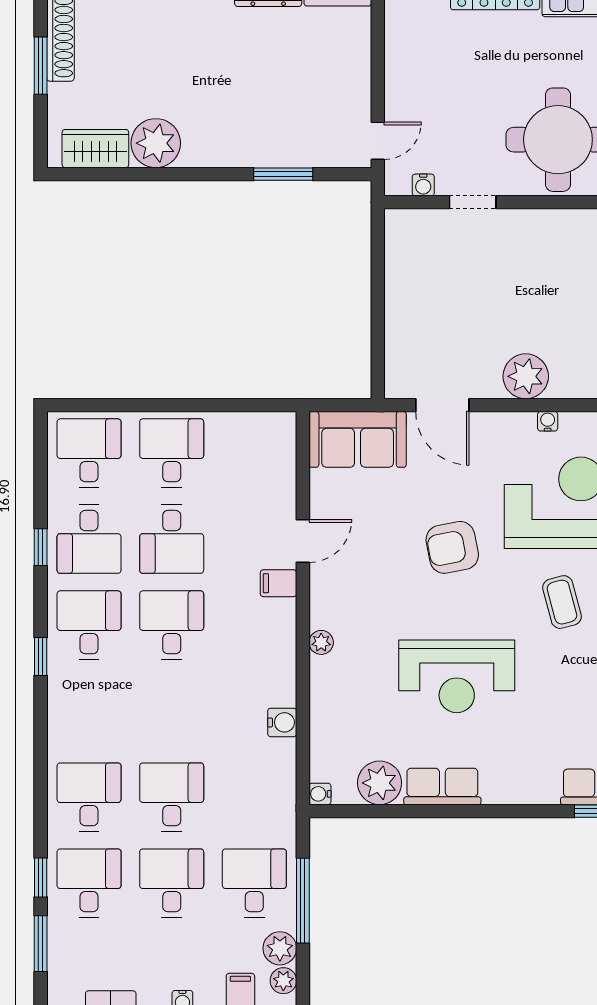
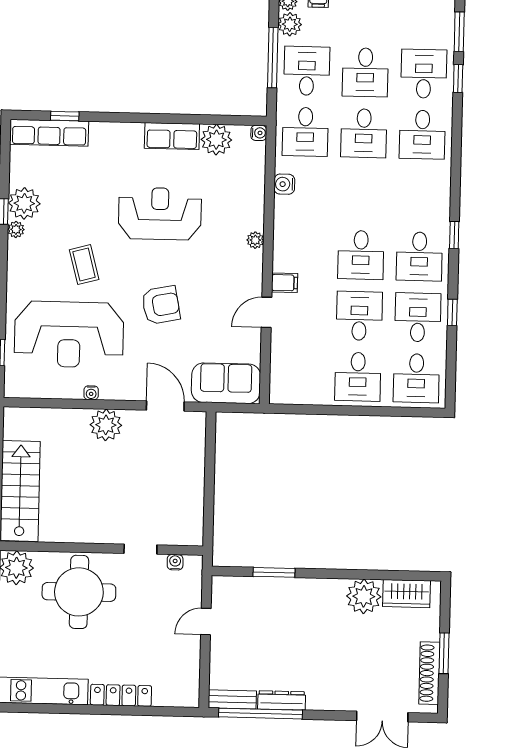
door: (378, 141) -> (206, 621), moved
desk: (254, 797) -> (305, 132), added
desk: (89, 883) -> (424, 74), turned 180
desk: (254, 883) -> (307, 71), turned 180

